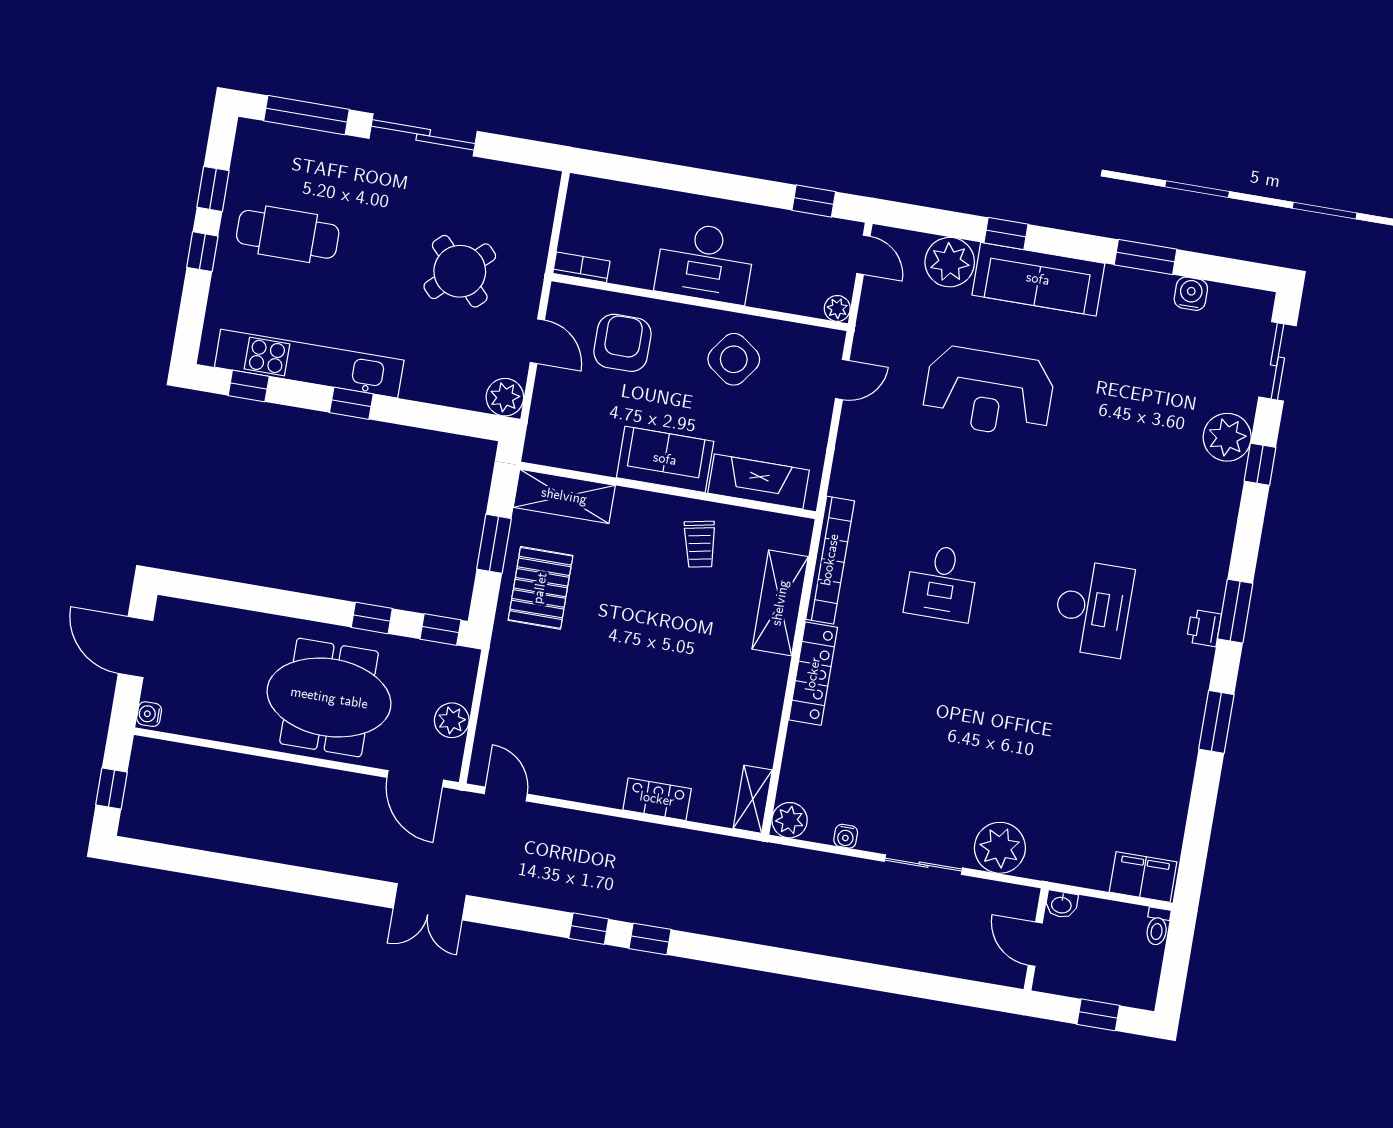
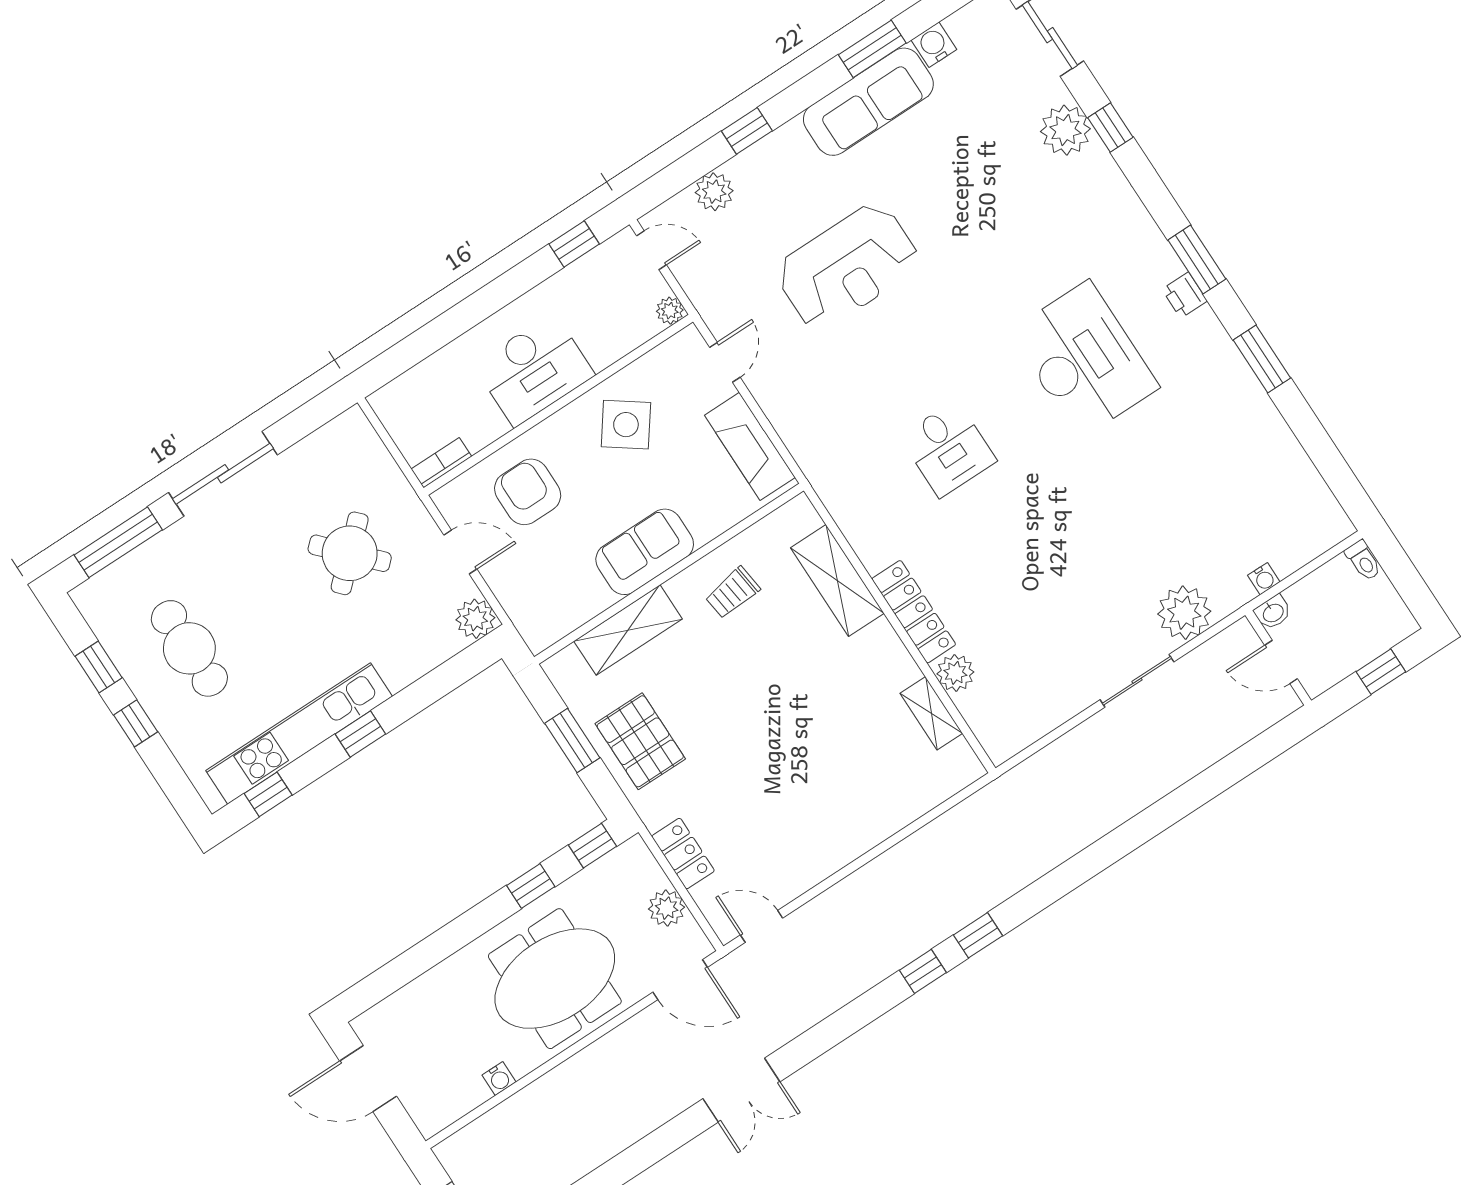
cafe table: (288, 234) -> (189, 648), turned 90
plant: (950, 262) -> (714, 192), width x0.73, depth x0.73
sofa: (1038, 279) -> (868, 102), moved
fireplace: (759, 482) -> (750, 446), moved, turned -90
shelving: (564, 496) -> (628, 630), moved
trolley: (700, 544) -> (733, 593), turned 94
bookcase: (830, 560) -> (845, 511), removed
desk: (1093, 608) -> (1084, 360), width x1.36, depth x1.30
water cooler: (149, 714) -> (499, 1079), moved, turned -90
locker: (657, 799) -> (683, 854), moved, turned 90
shelving: (753, 799) -> (931, 713), moved
plant: (790, 820) -> (955, 673), moved
water cooler: (846, 836) -> (1264, 579), moved
filing cabinet: (1143, 877) -> (1316, 532), removed
double door: (430, 902) -> (741, 1090), moved

